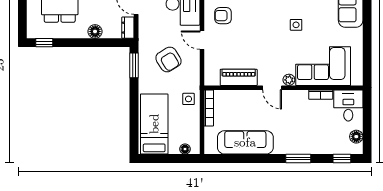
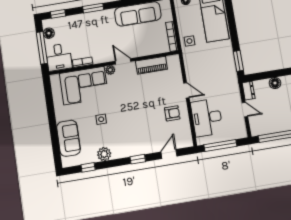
side table: (296, 25) -> (101, 119), moved
armchair: (168, 59) -> (211, 70), removed
window: (367, 120) -> (42, 48), added

